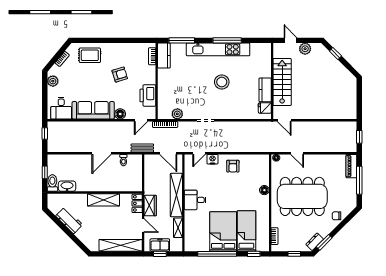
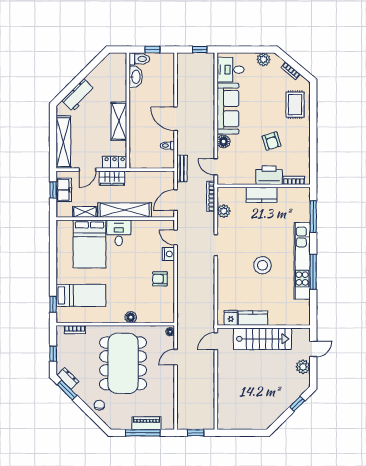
kitchen counter: (164, 56) -> (262, 195), moved
printer: (148, 95) -> (269, 175), moved
piano: (351, 166) -> (147, 423), moved
workbench: (69, 220) -> (78, 95), moved
bed: (223, 231) -> (89, 244), moved, turned 90
window: (217, 254) -> (53, 260), removed

